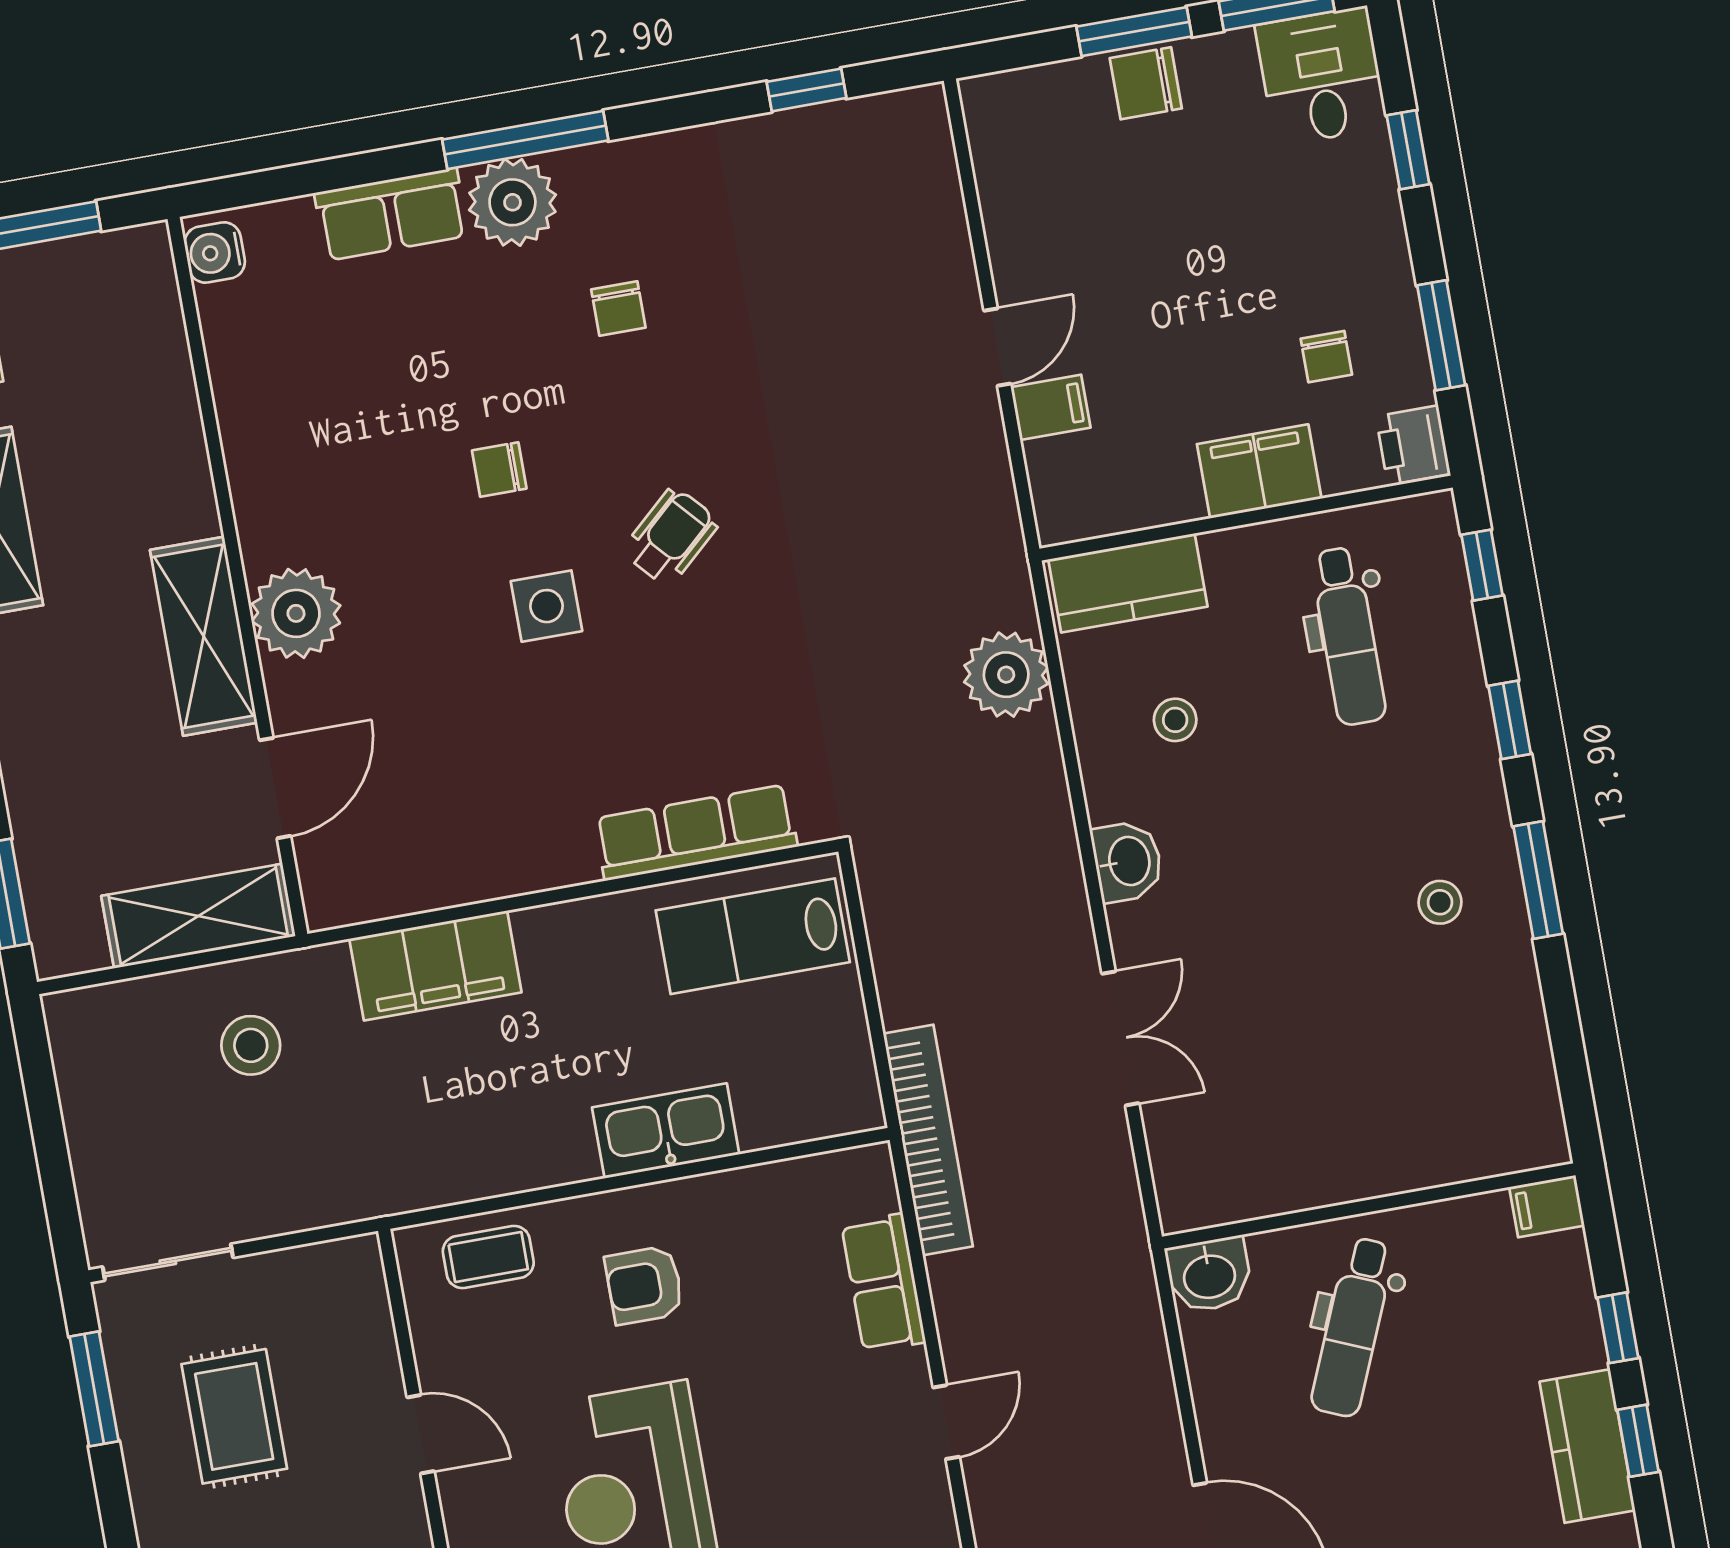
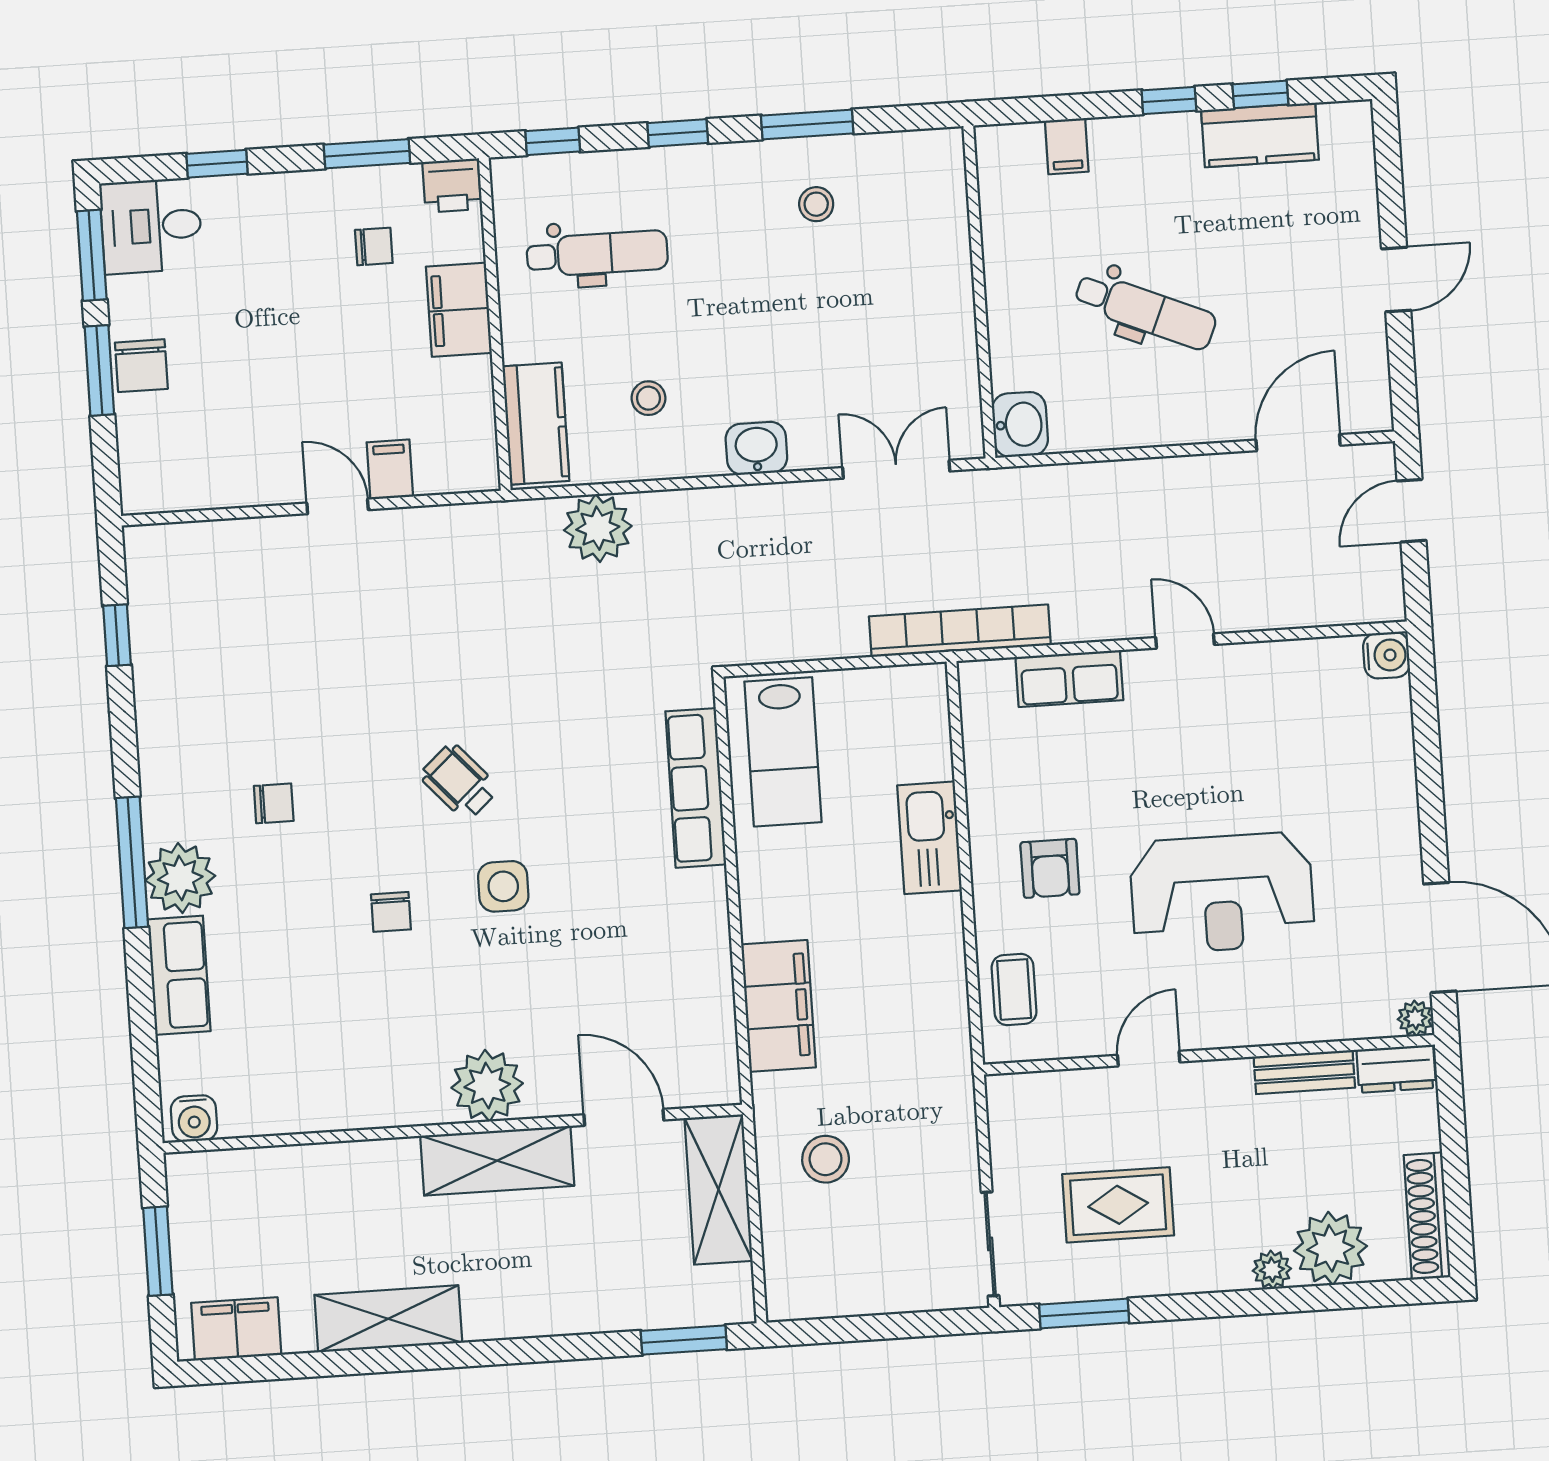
wall: (1369, 1206) -> (979, 292), moved
washbasin: (1209, 1275) -> (1020, 424), moved

